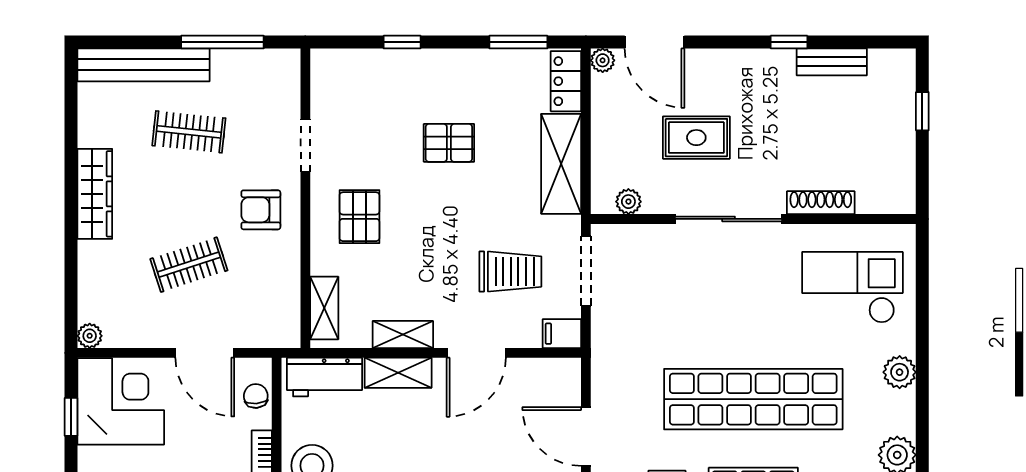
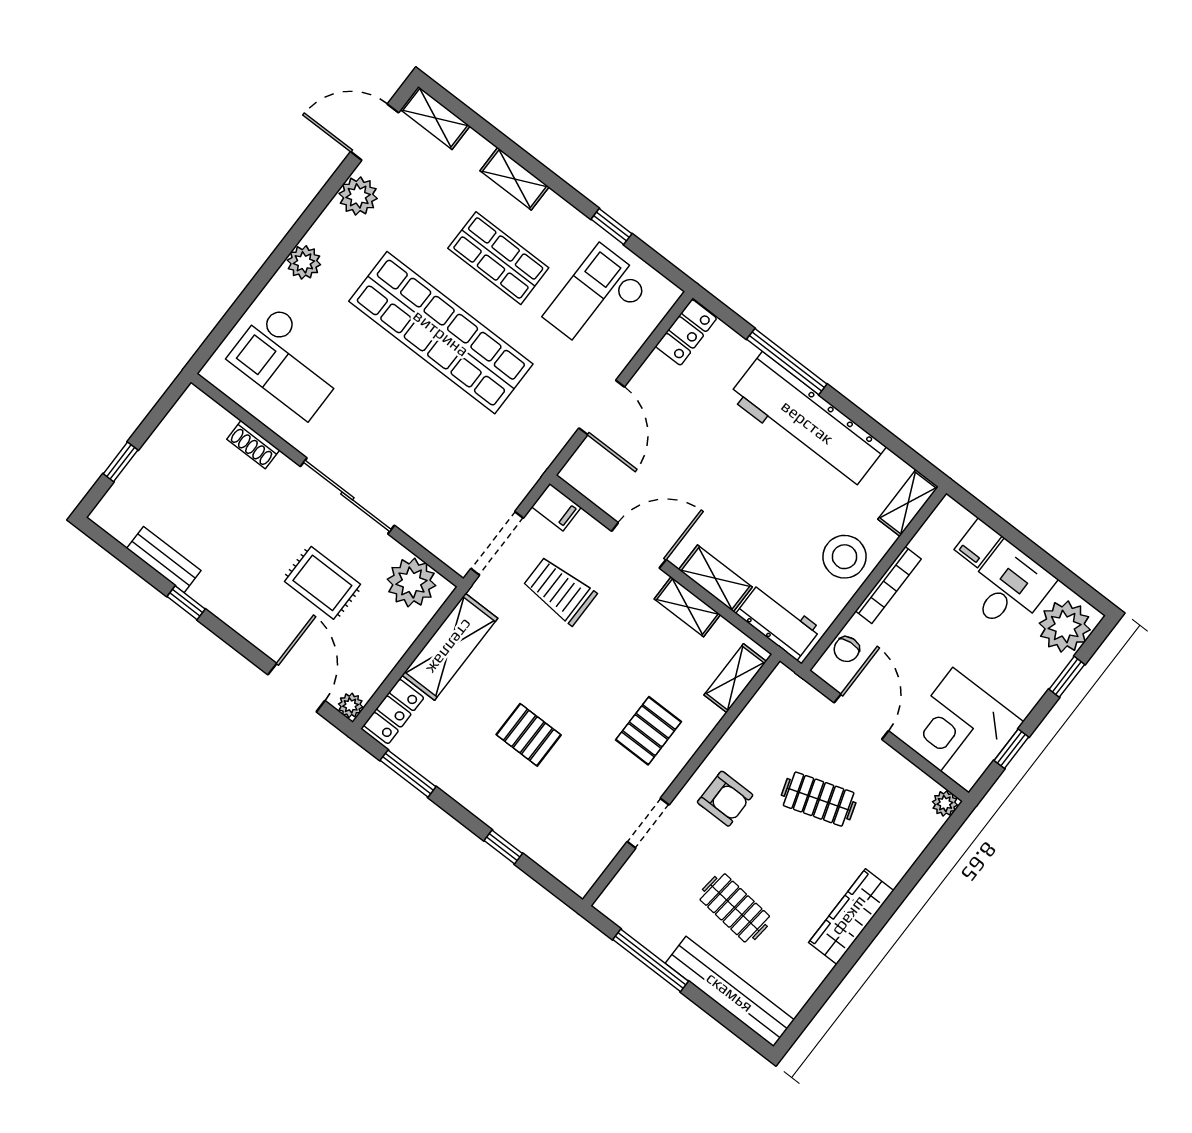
plant: (628, 202) -> (411, 582), width x1.88, depth x1.88
shoe rack: (821, 203) -> (253, 445), width x0.70

